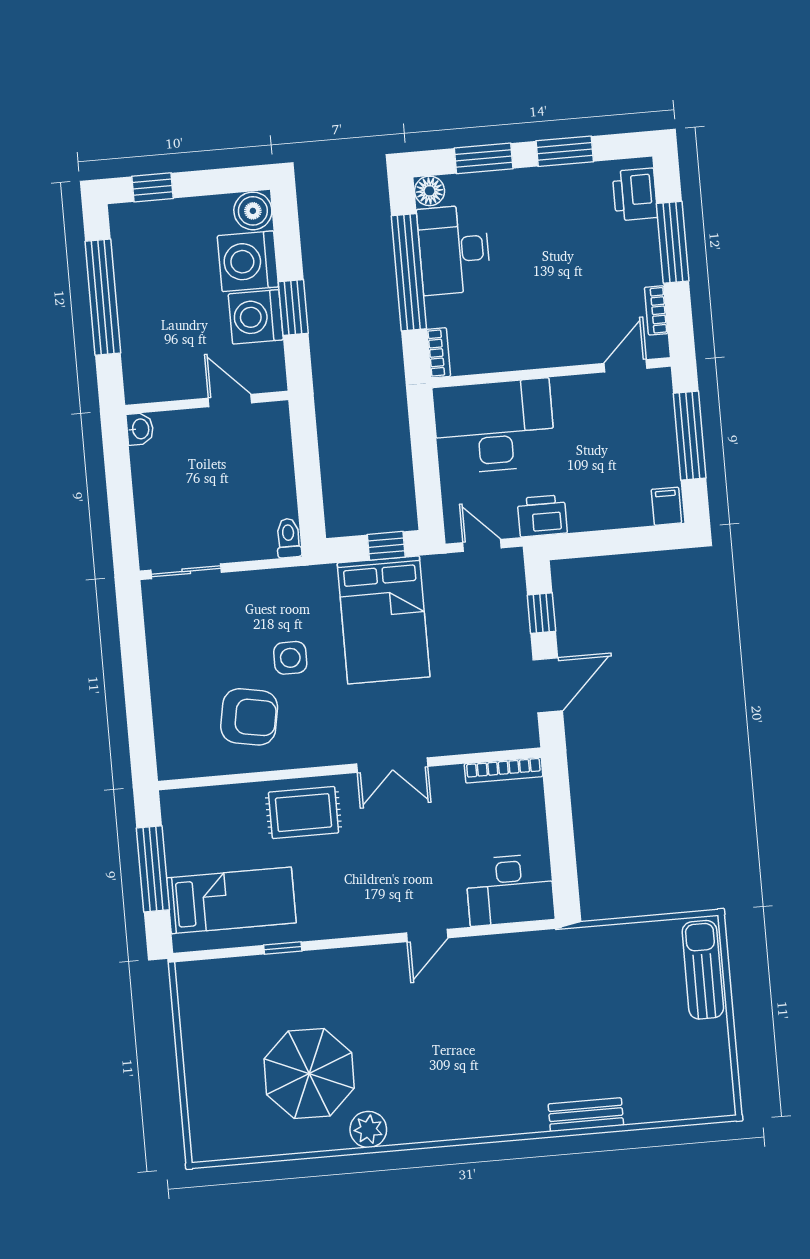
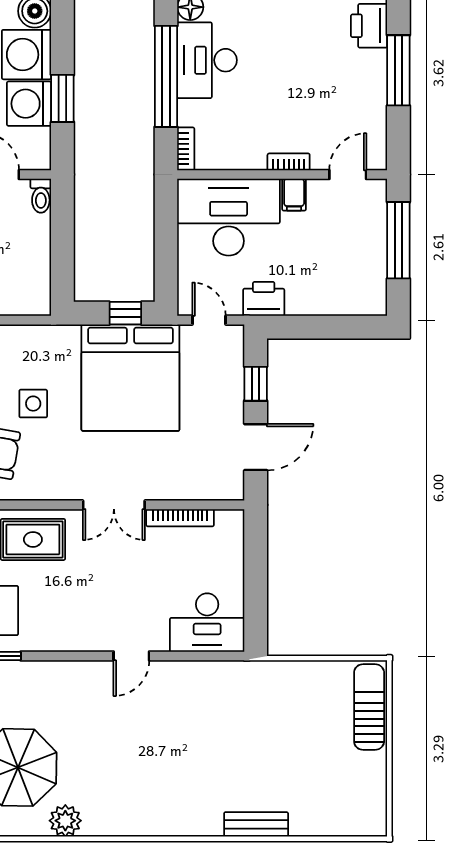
bookcase: (656, 310) -> (289, 162), moved, turned 90
filing cabinet: (666, 506) -> (294, 195), moved, turned 180
toilet: (289, 538) -> (41, 196), moved, turned 180
bed: (384, 620) -> (130, 378), width x1.36
bookcase: (504, 770) -> (180, 518), moved

